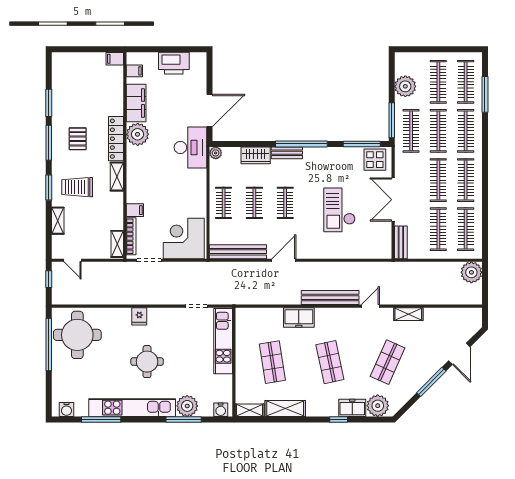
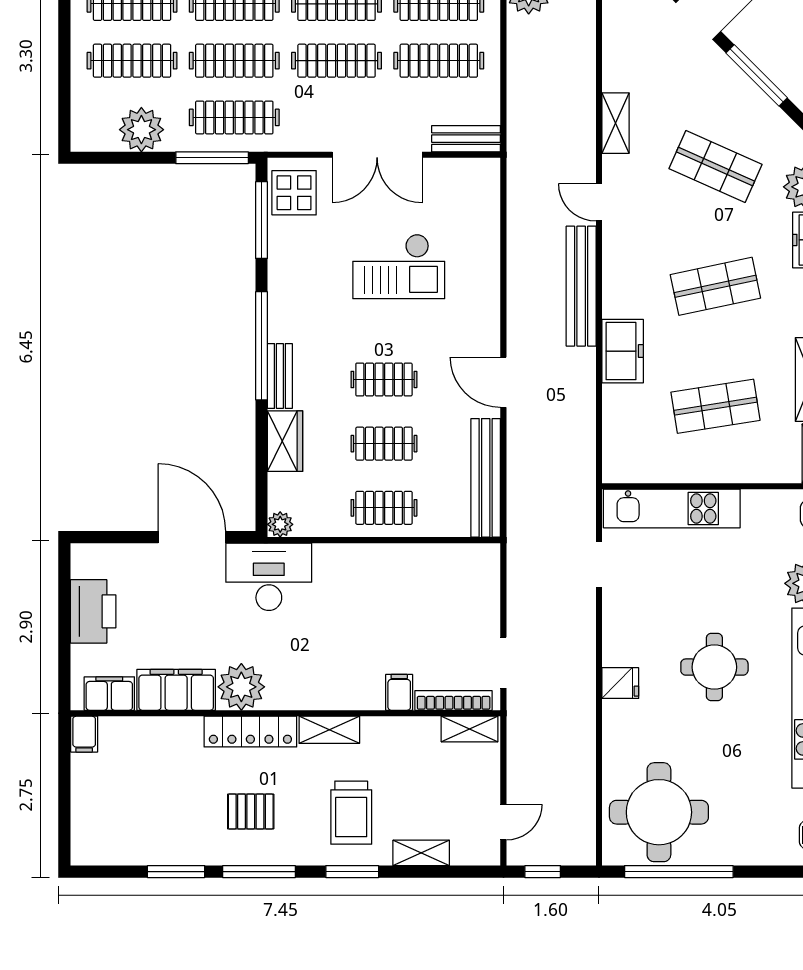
filing cabinet: (134, 71) -> (109, 694), width x2.00
corner desk: (184, 238) -> (458, 590), removed

